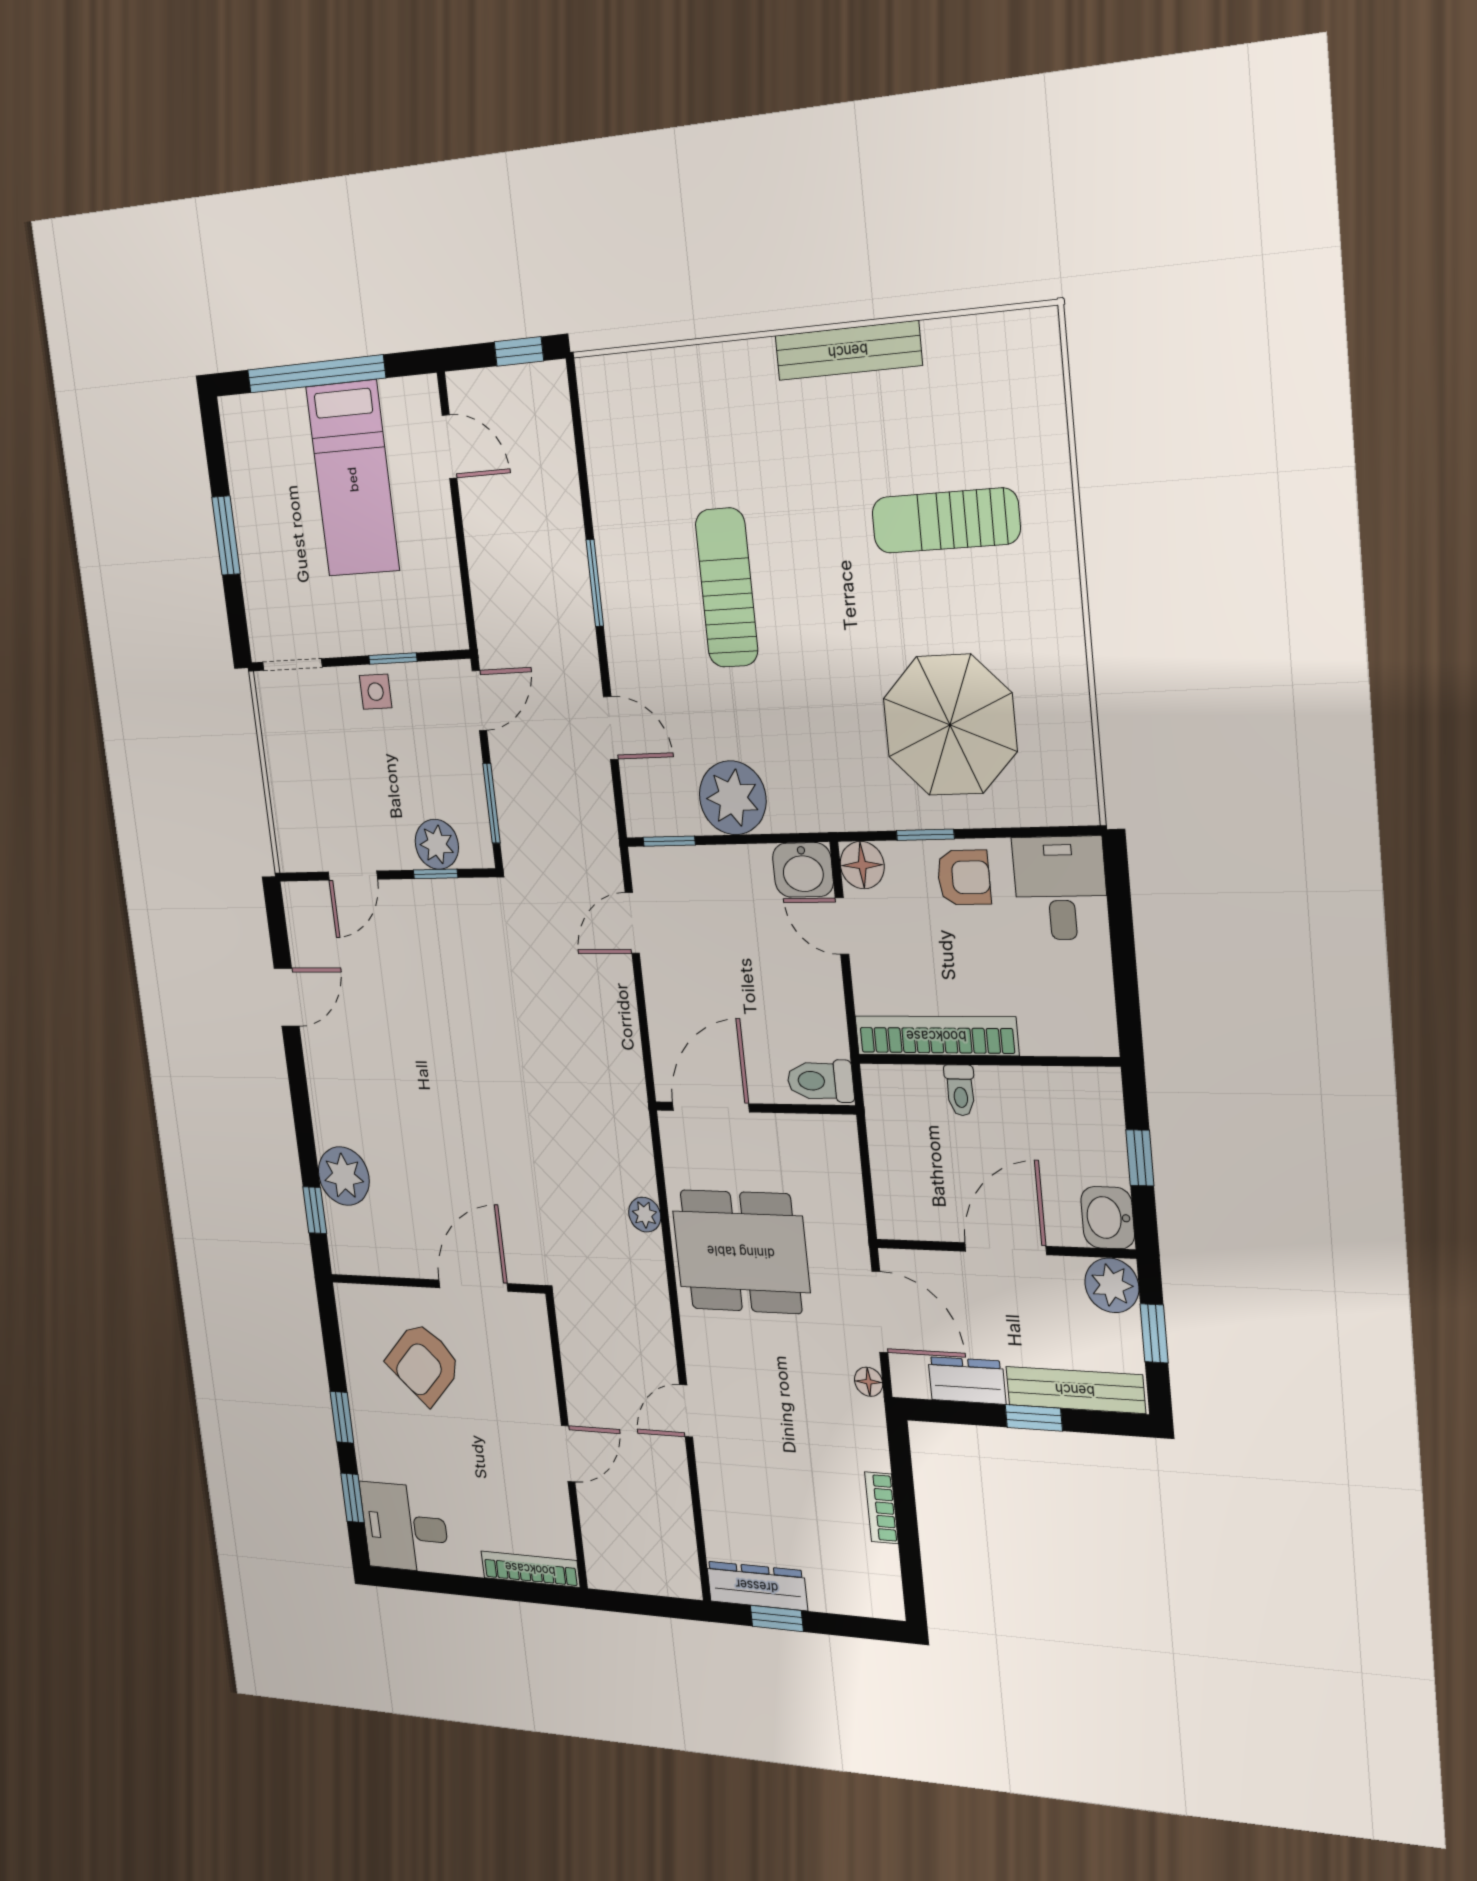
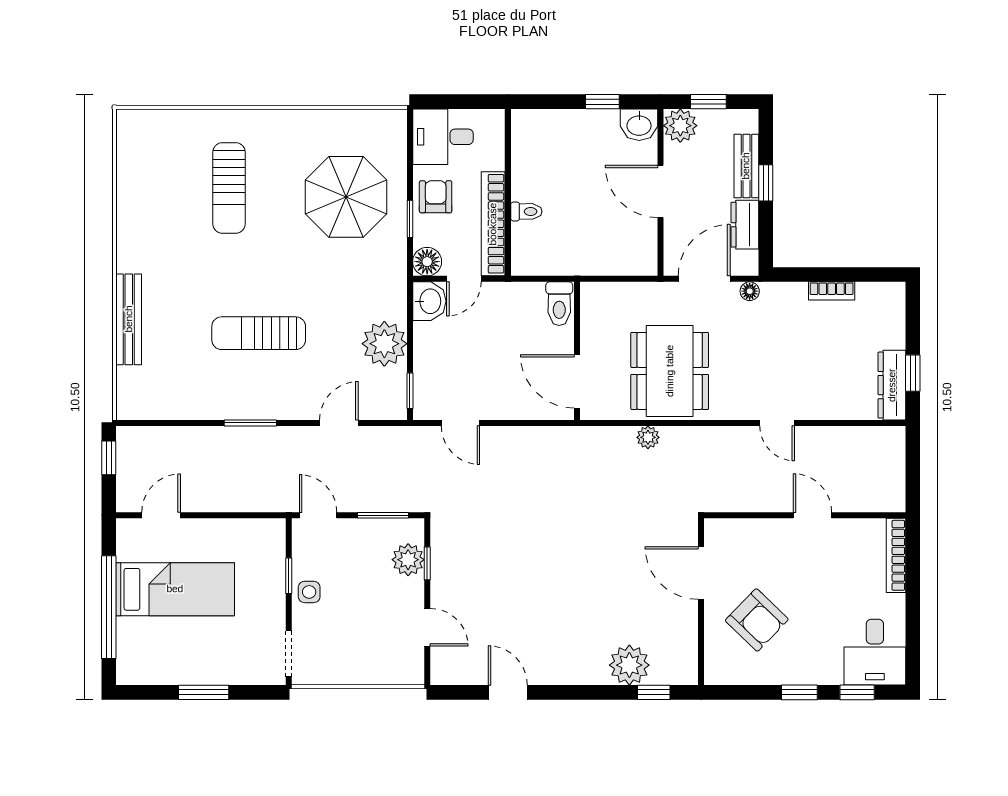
bench: (848, 351) -> (129, 319), moved
bookcase: (936, 1036) -> (493, 224), moved
wall: (987, 1060) -> (508, 192), moved
toilet: (960, 1090) -> (526, 211), moved
bench: (1075, 1390) -> (746, 166), width x0.73

